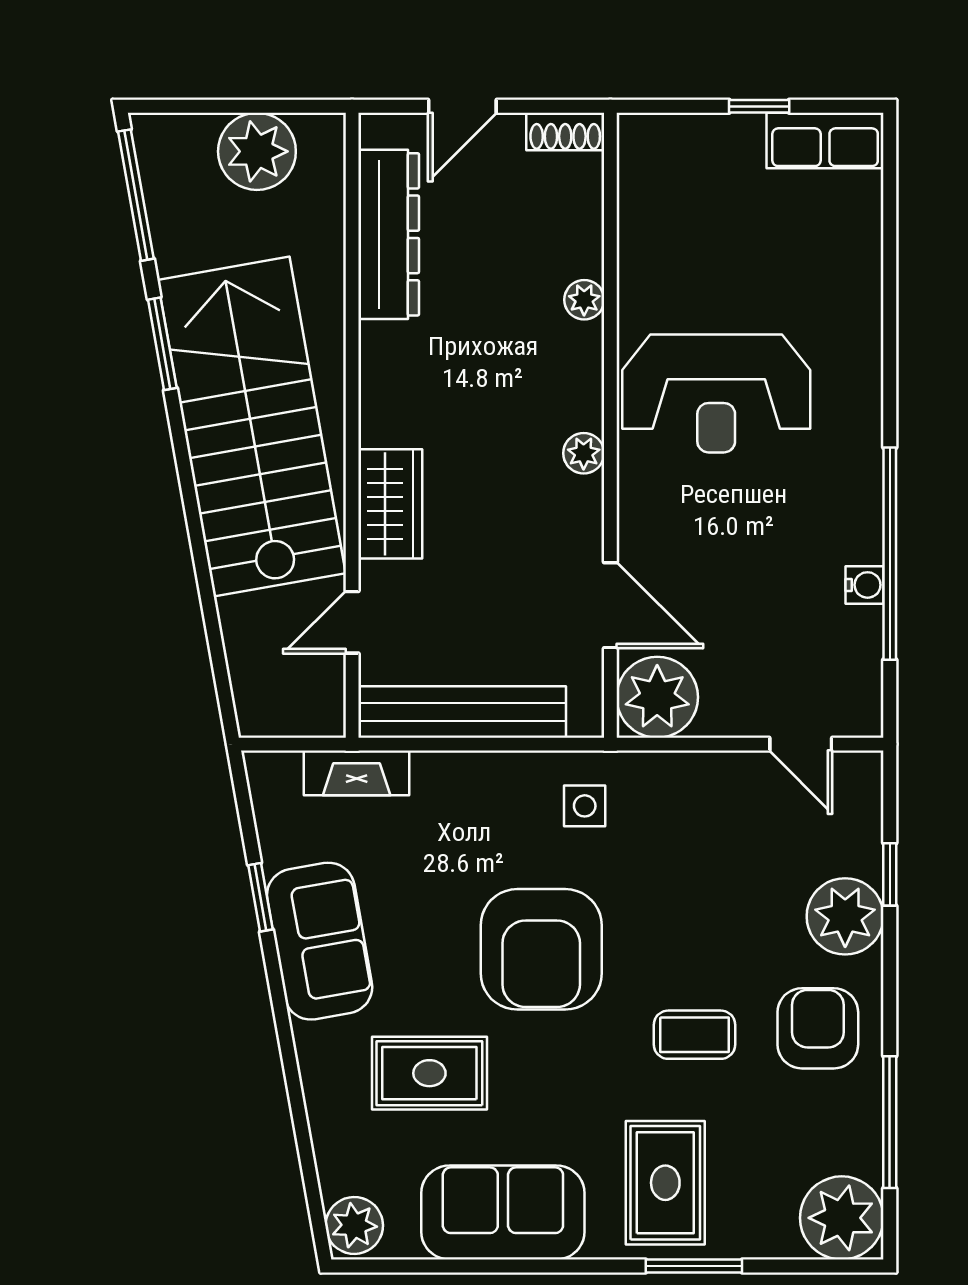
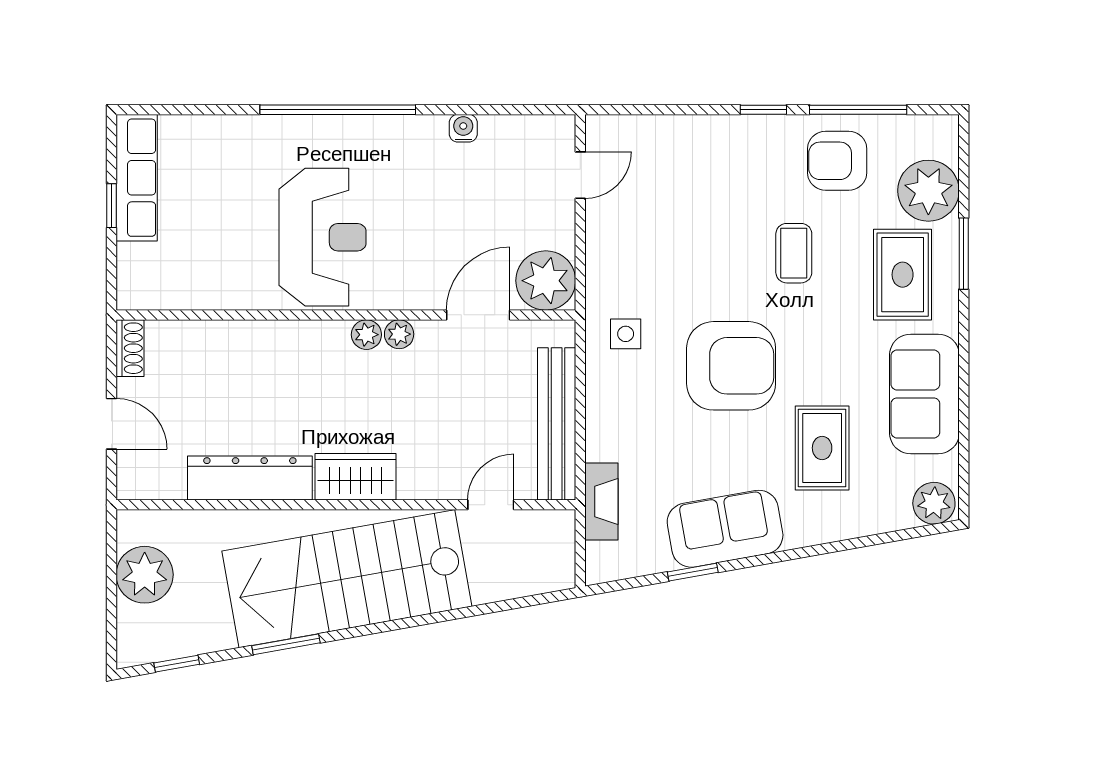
row of seats: (825, 141) -> (137, 178), width x1.48
window: (136, 195) -> (177, 664), width x0.46
dresser: (389, 234) -> (250, 478), moved
plant: (584, 300) -> (399, 334), moved
wardrobe: (390, 504) -> (356, 477), moved
window: (890, 554) -> (338, 110), moved
door: (352, 622) -> (491, 505), swing flipped
window: (890, 874) -> (763, 110), moved
plant: (845, 916) -> (707, 142), removed
armchair: (818, 1028) -> (837, 161), moved
rug: (665, 1183) -> (903, 275), turned 90
plant: (842, 1218) -> (928, 191), moved

